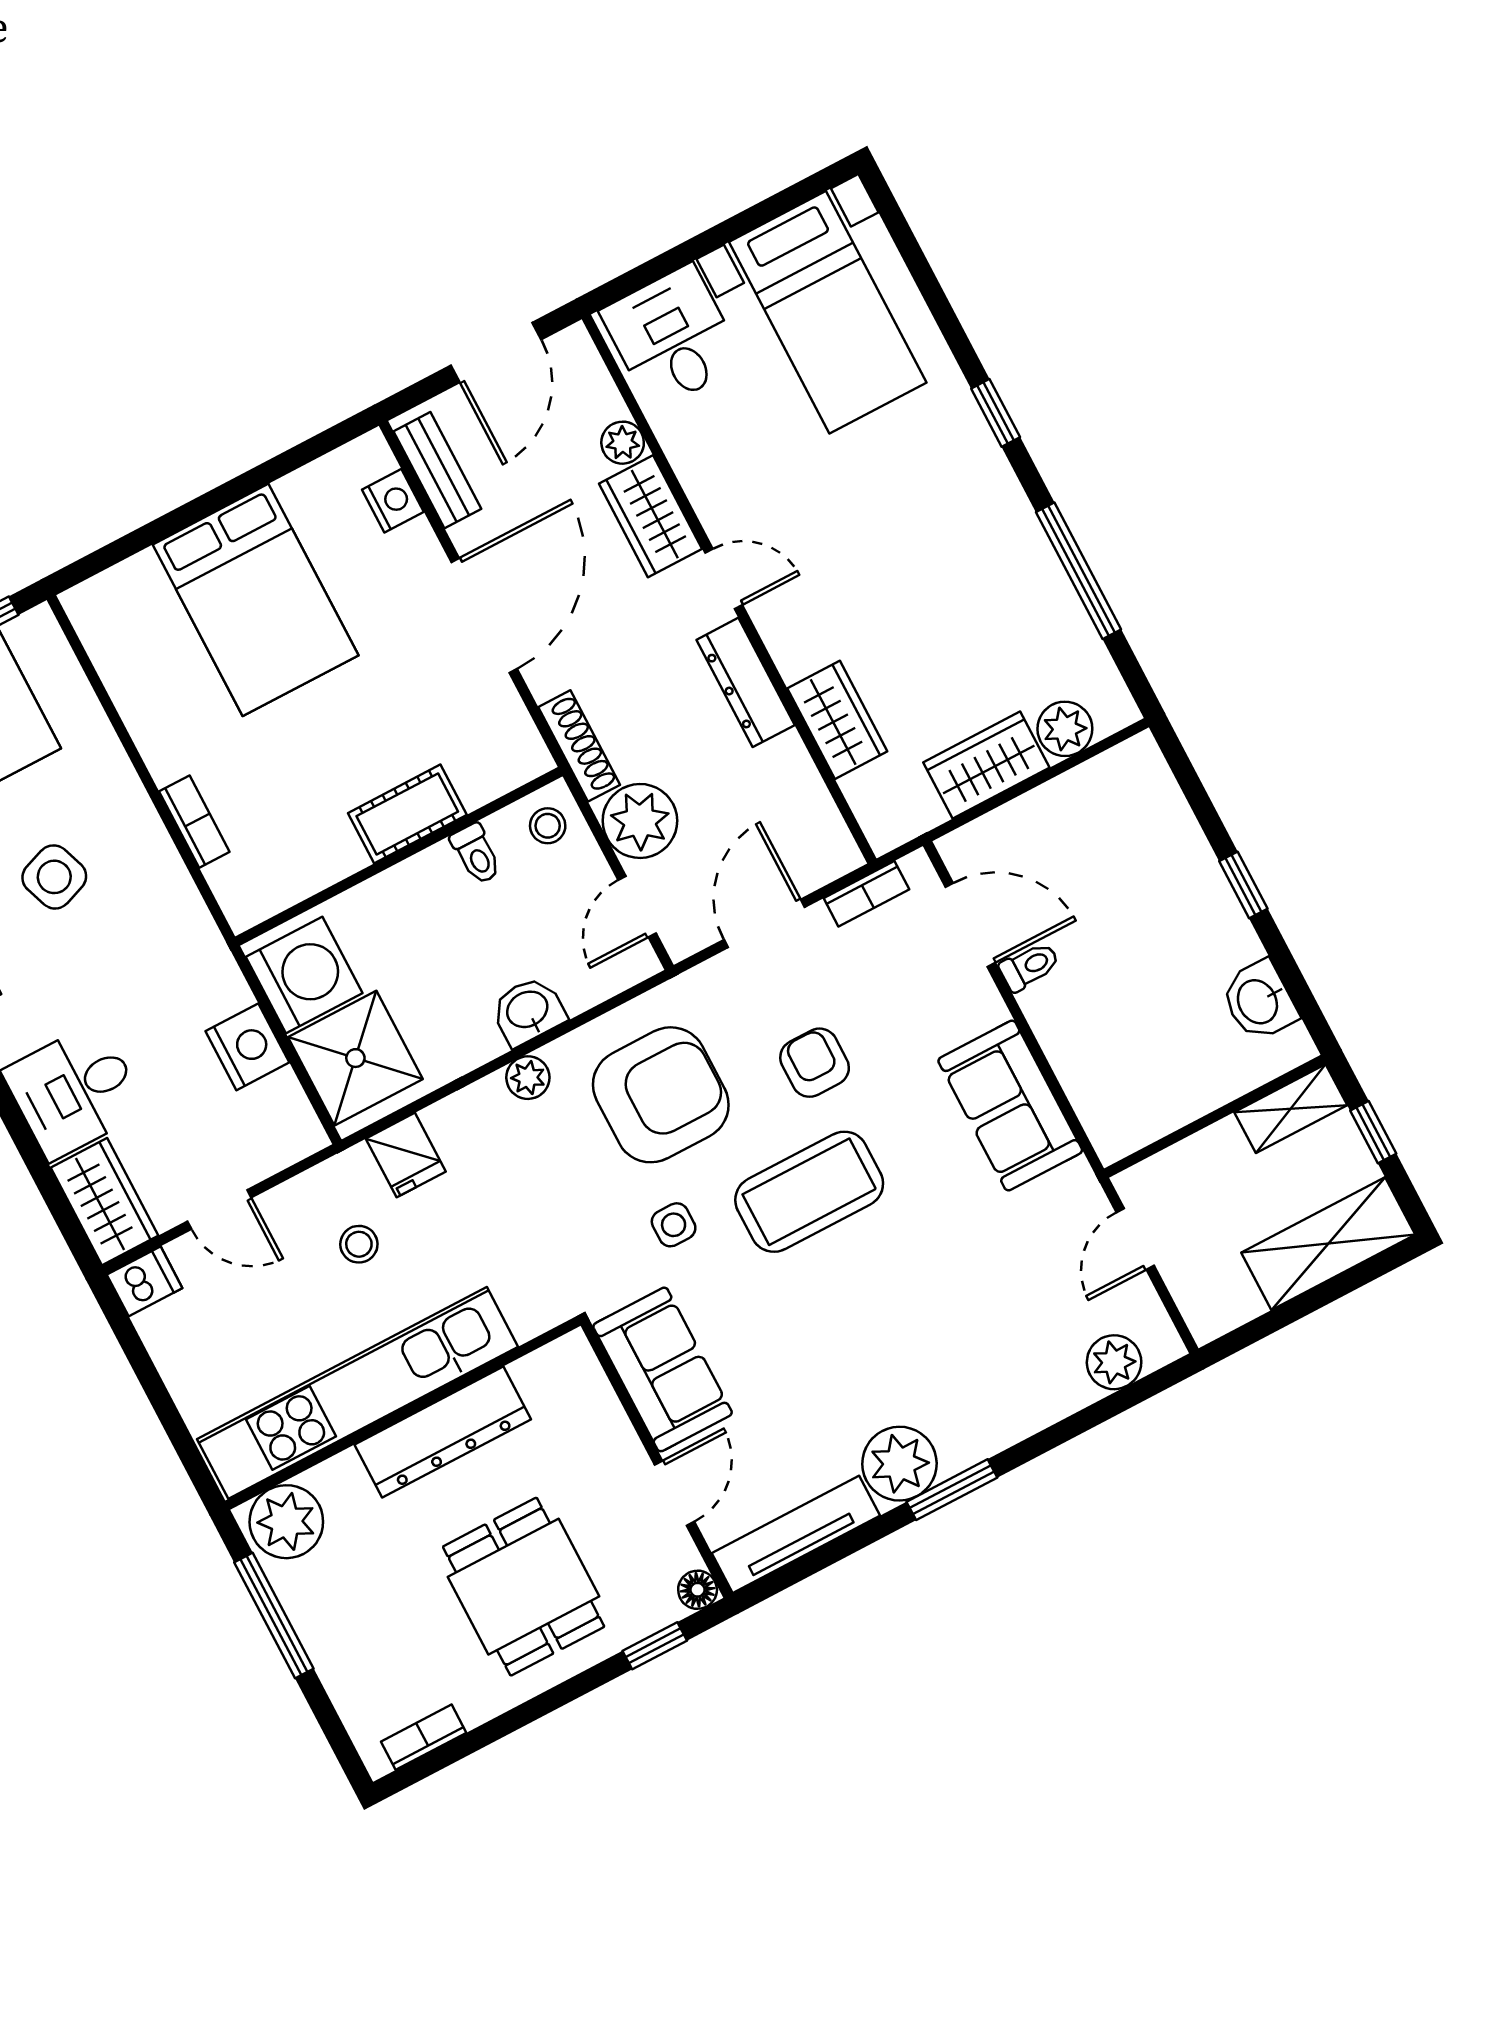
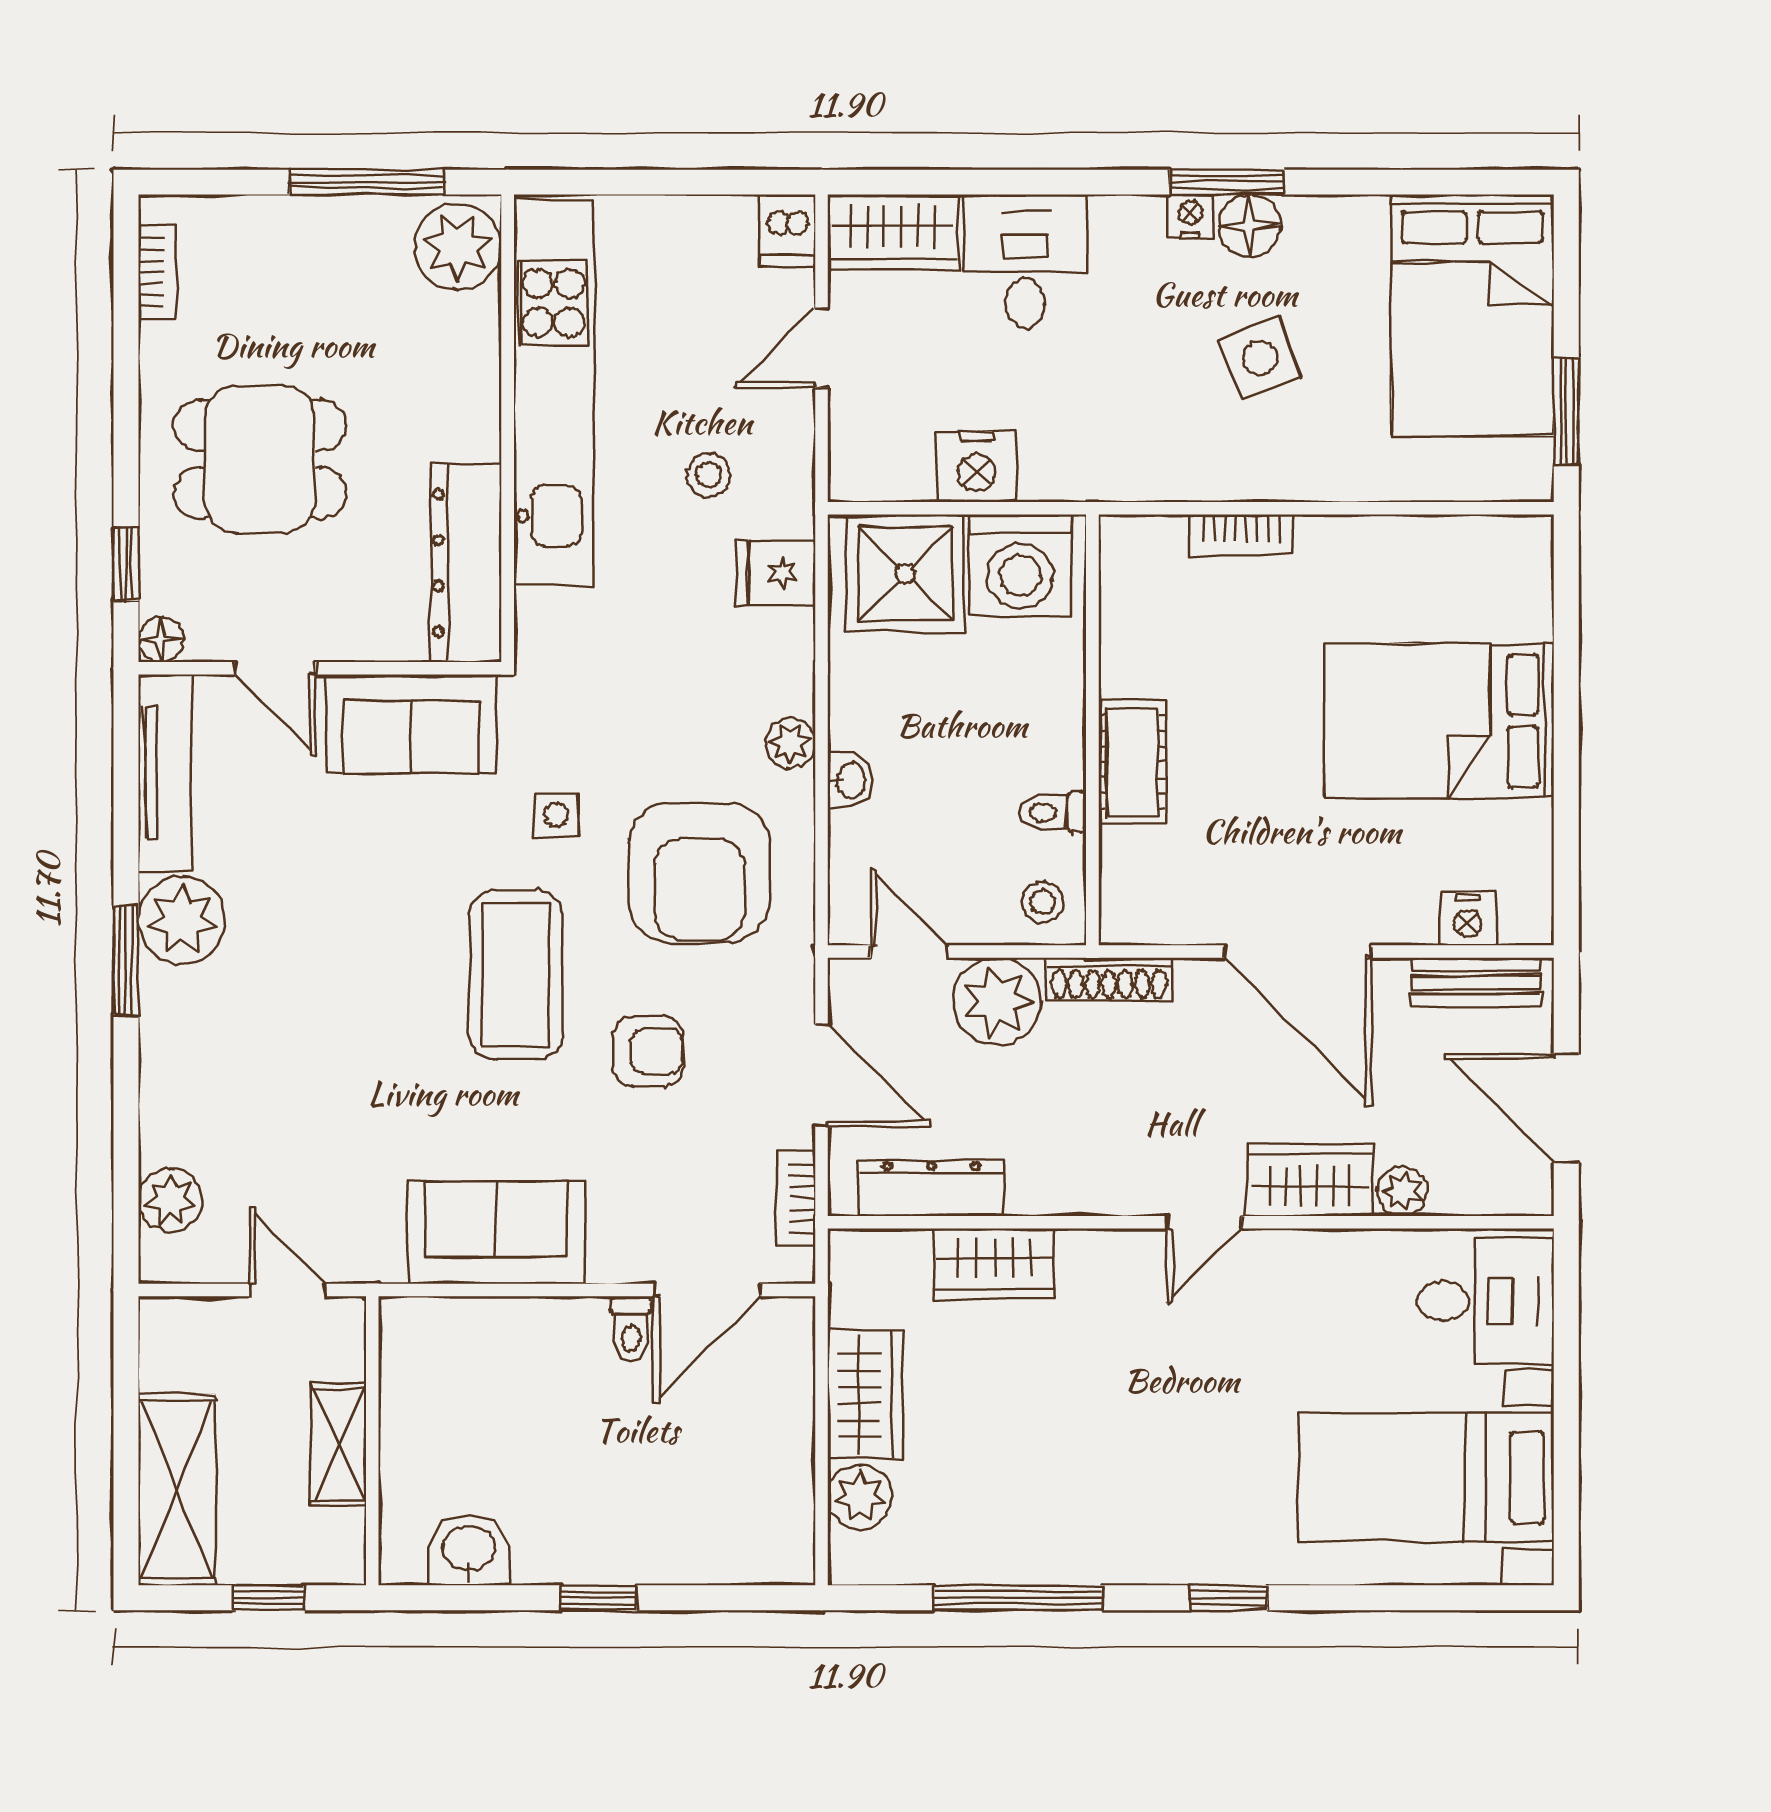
dresser: (746, 682) -> (931, 1188), moved
washbasin: (528, 1011) -> (850, 780), width x0.72, depth x0.69
shelving: (1291, 1109) -> (339, 1444), moved
dresser: (443, 1432) -> (466, 563), moved

